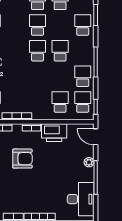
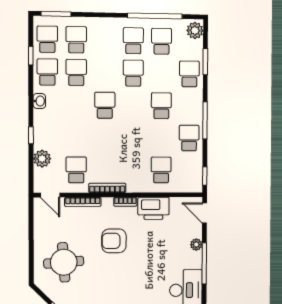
school desk: (38, 51) -> (105, 105), moved
school desk: (83, 102) -> (189, 170), removed
armchair: (22, 159) -> (114, 241), turned 180

